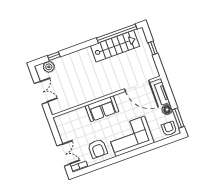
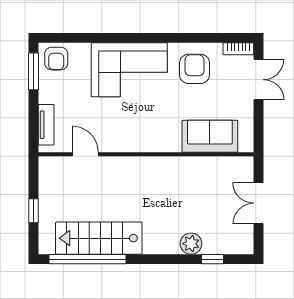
plant: (49, 67) -> (191, 244), moved
door: (137, 86) -> (85, 154), width x0.53
sofa: (102, 109) -> (210, 136), moved
floor lamp: (167, 110) -> (48, 93), removed
double door: (63, 155) -> (259, 80), swing flipped

